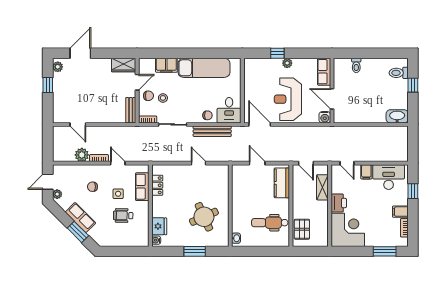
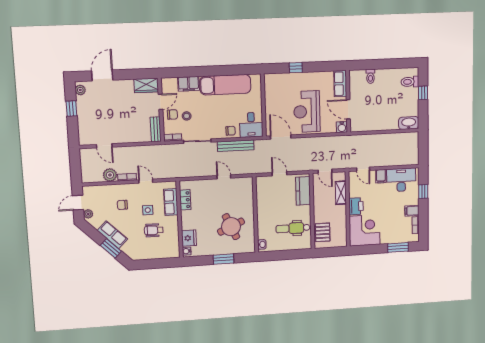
plant: (287, 63) -> (305, 77), removed

